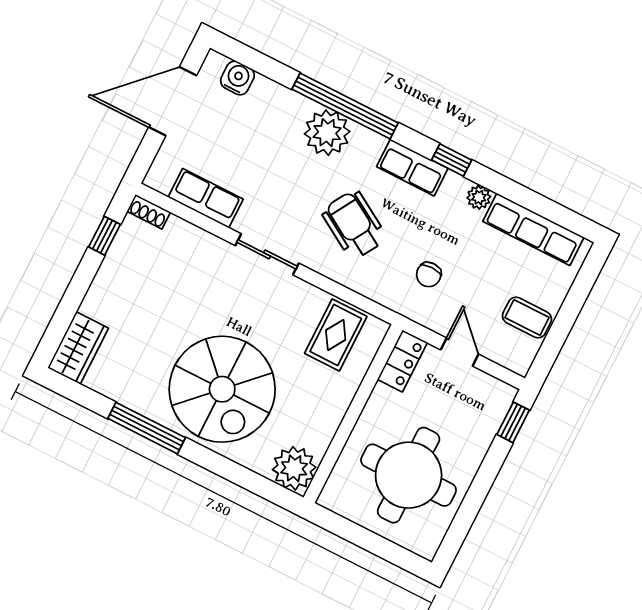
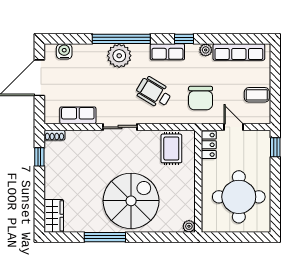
chair: (429, 275) -> (201, 98), width x1.87, depth x1.87
spiral stairs: (222, 389) -> (131, 201), turned -90
plant: (294, 468) -> (189, 226), width x0.53, depth x0.53

